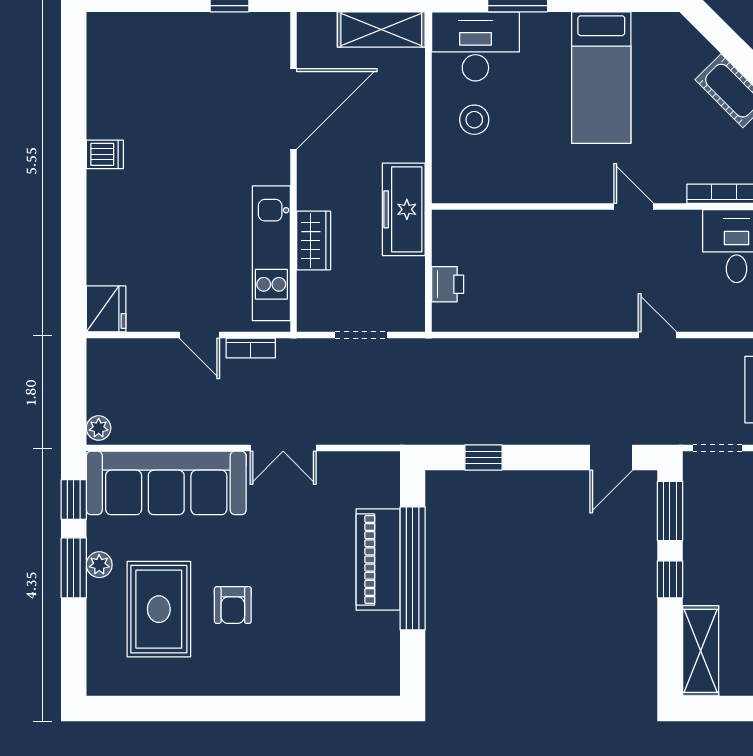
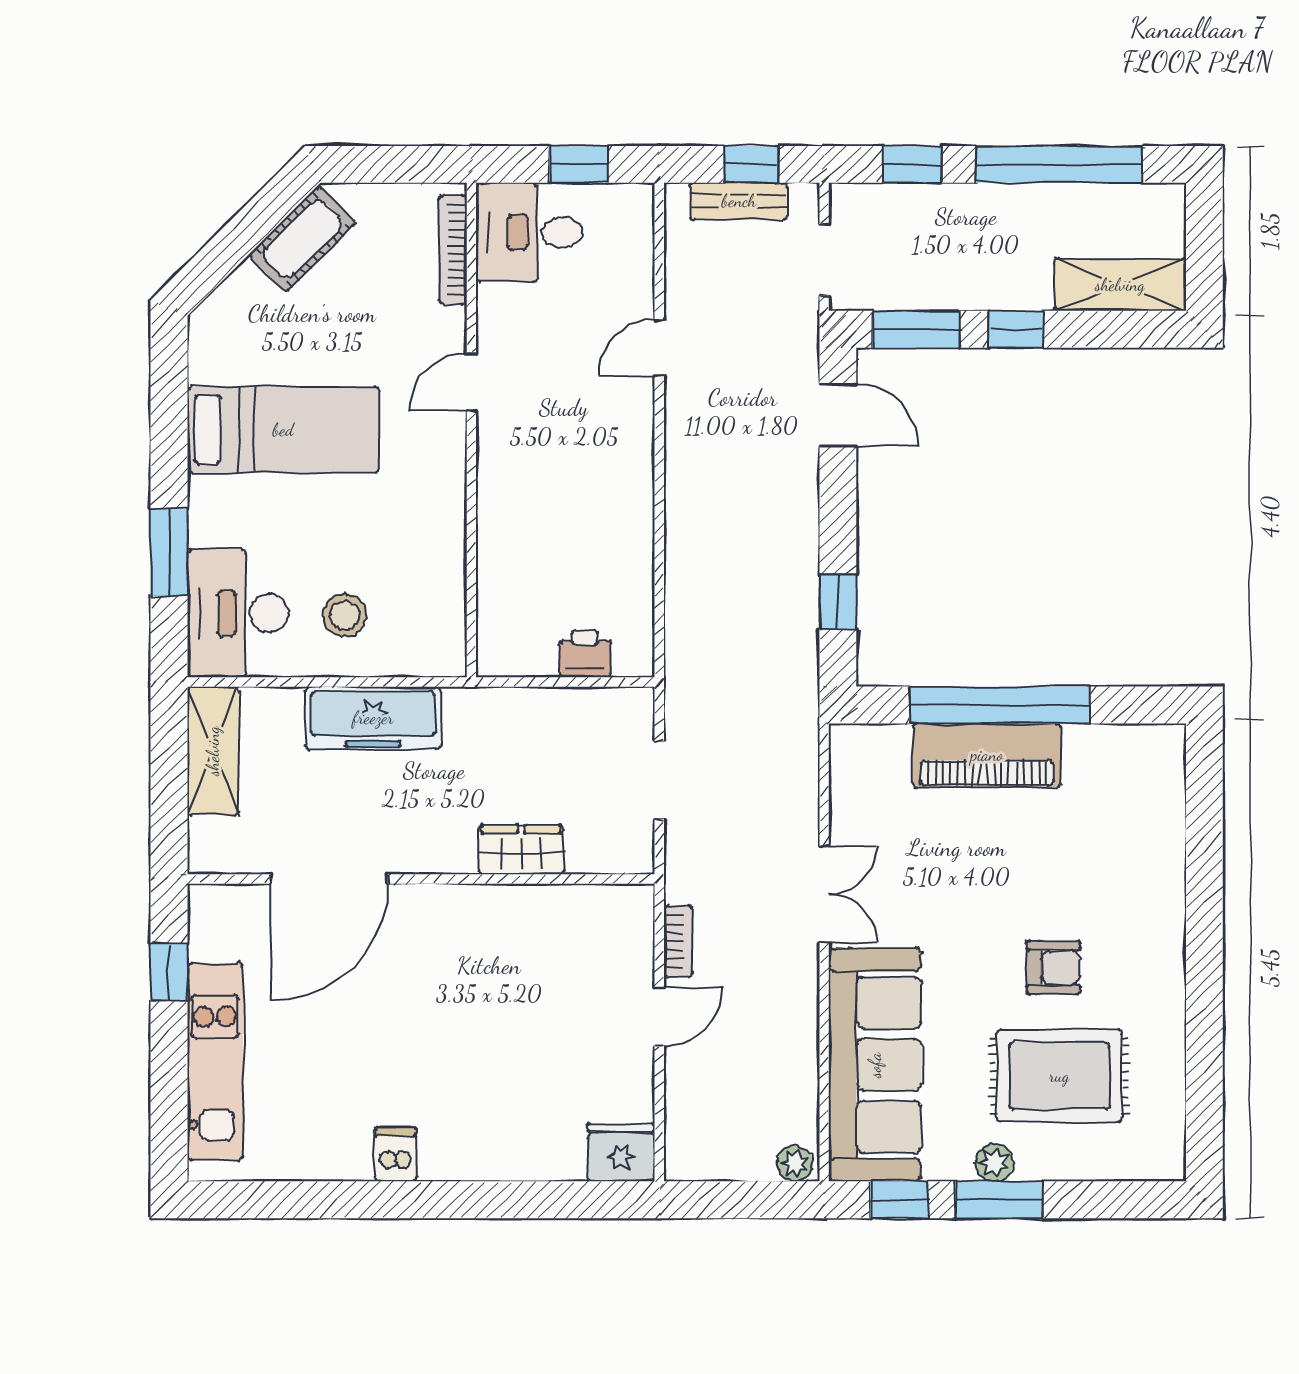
door: (293, 109) -> (329, 879), swing flipped
freezer: (404, 209) -> (373, 718), moved
kitchen unit: (271, 253) -> (215, 1062), moved, turned -90

